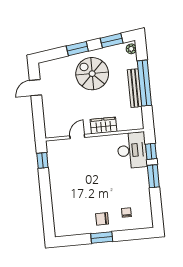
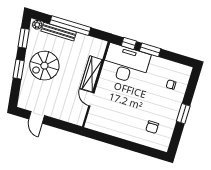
bench: (135, 88) -> (59, 32), moved
wardrobe: (103, 125) -> (91, 74), width x1.50
desk: (132, 150) -> (126, 64), width x1.36, depth x1.30
window: (42, 160) -> (99, 136), removed
chair: (102, 219) -> (152, 127), moved

